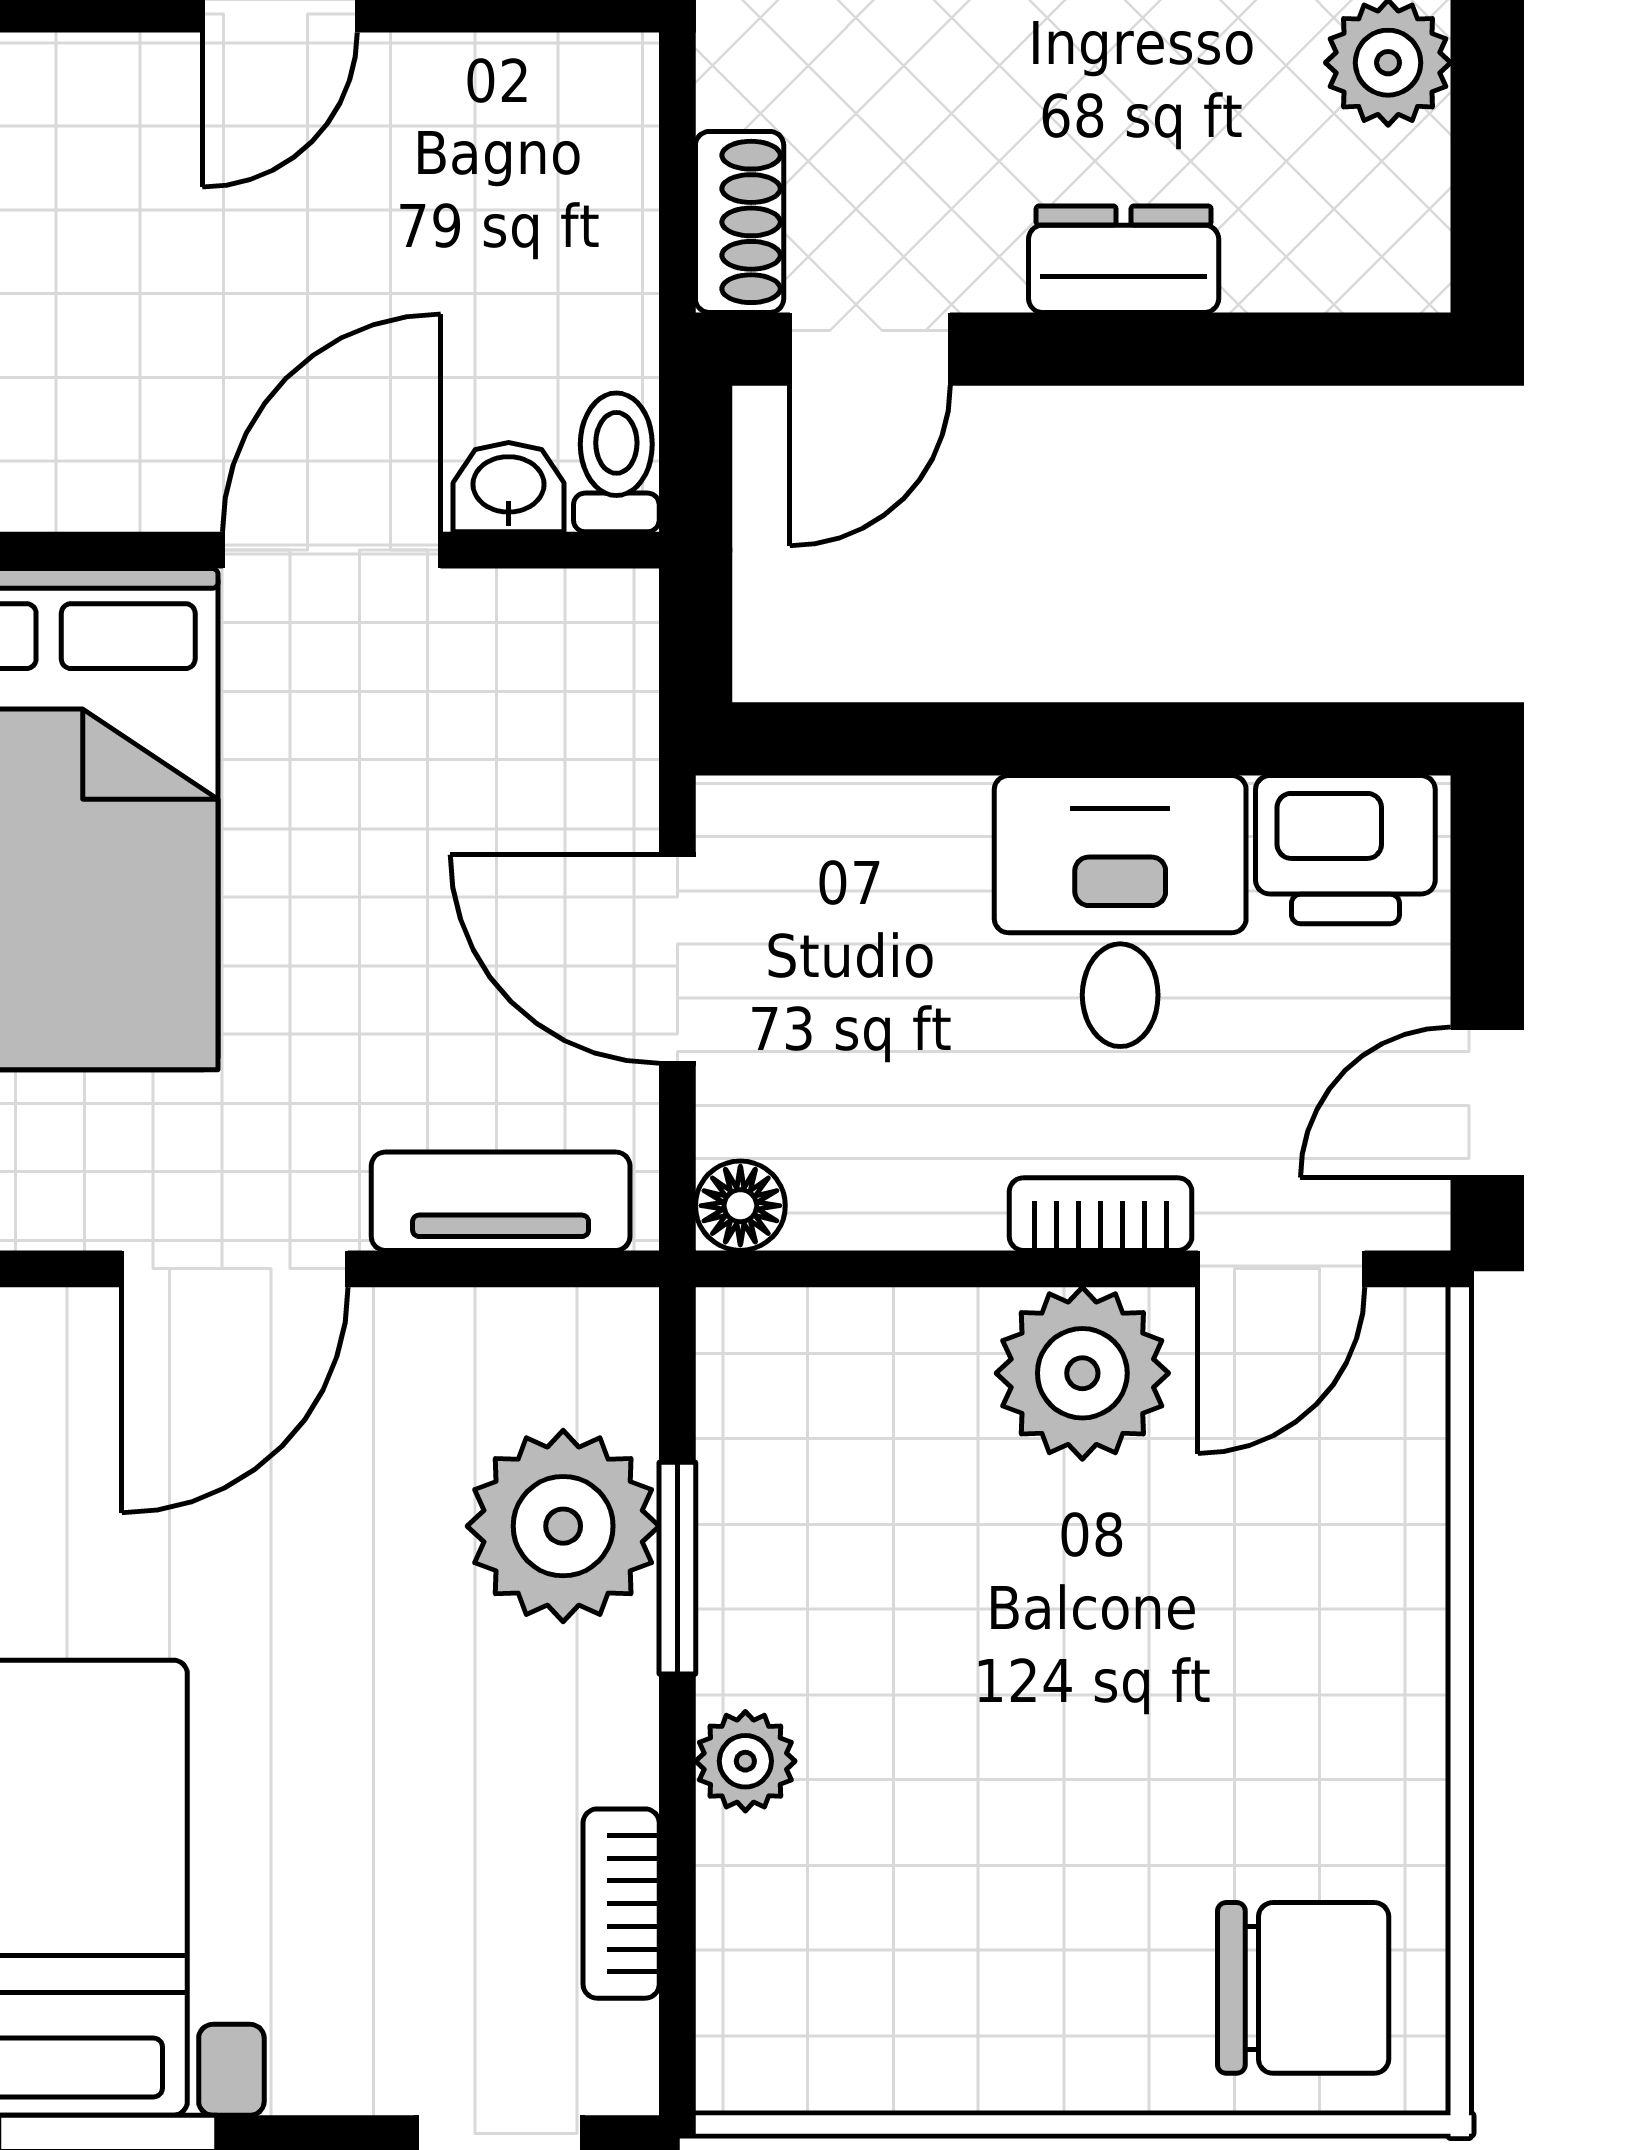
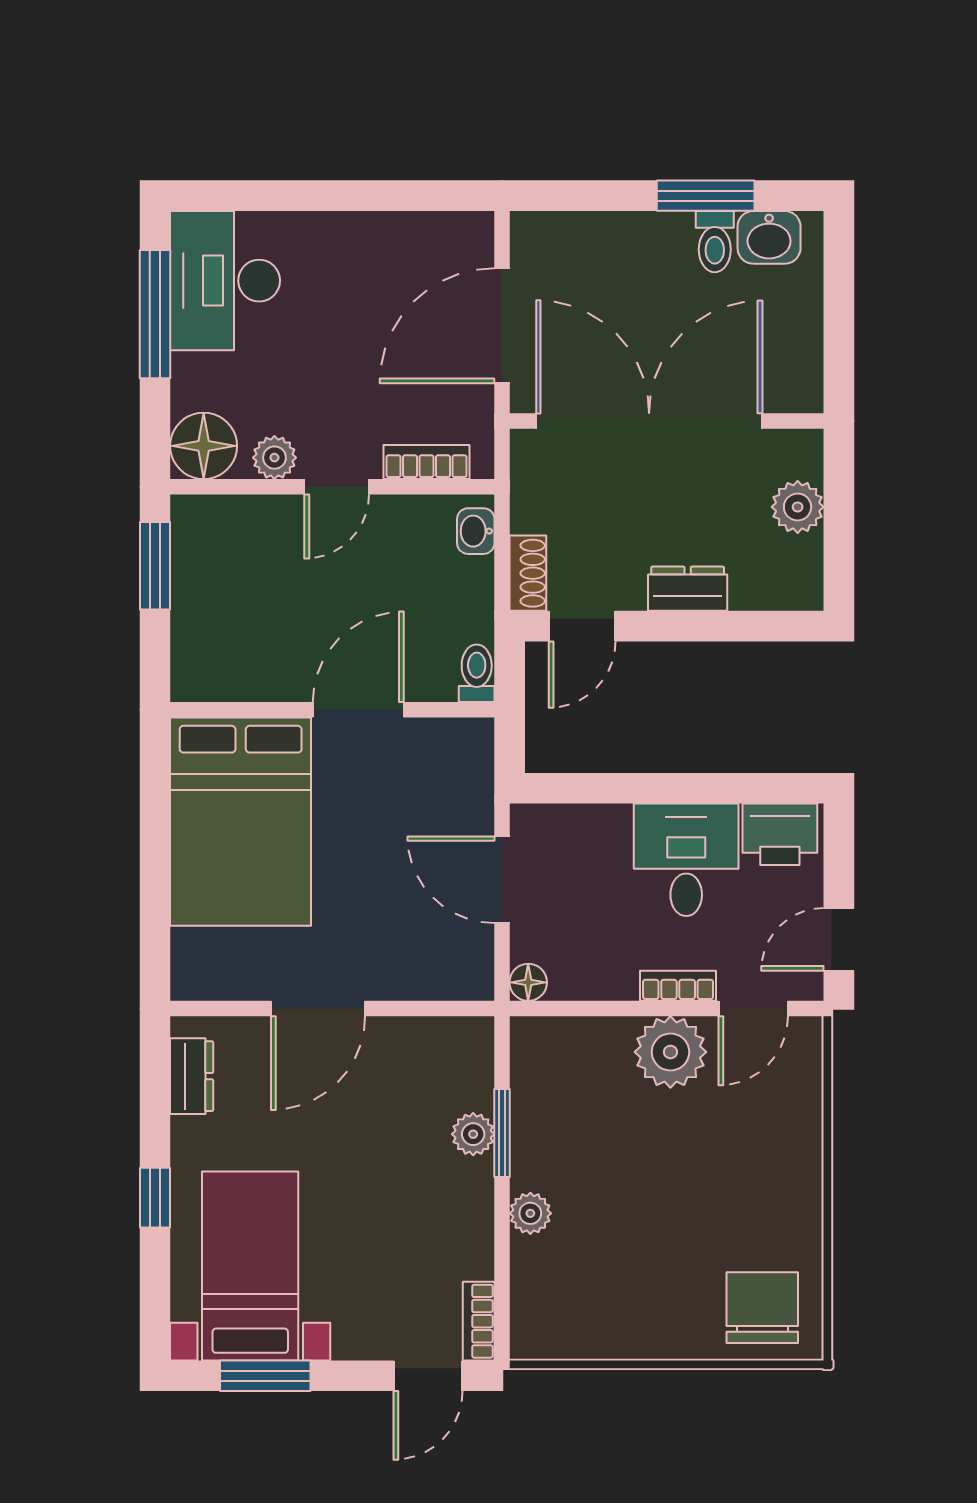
washbasin: (509, 487) -> (476, 531), moved, turned -90
tv unit: (501, 1201) -> (429, 980), removed
plant: (563, 1526) -> (473, 1134), width x0.53, depth x0.53
bookcase: (621, 1904) -> (479, 1321), moved
chair: (1303, 1988) -> (762, 1308), turned -90

